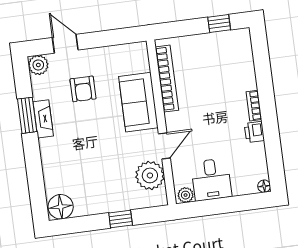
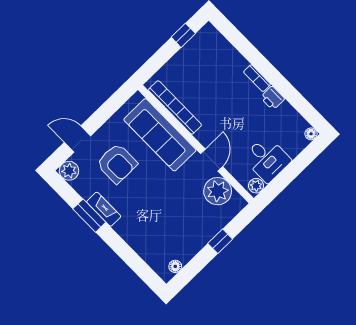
armchair: (83, 89) -> (117, 163), width x1.38, depth x1.38
sofa: (138, 102) -> (160, 135), width x1.36
floor lamp: (61, 207) -> (175, 266), width x0.53, depth x0.53

